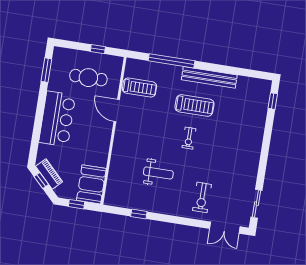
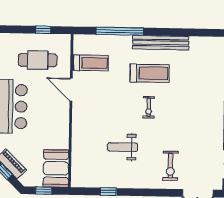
weight bench: (158, 173) -> (122, 147), turned 180

